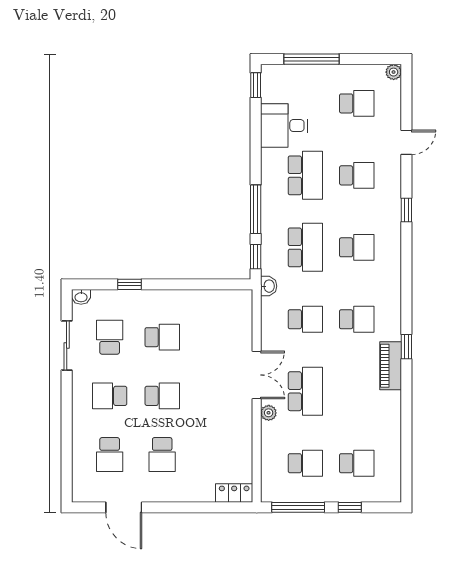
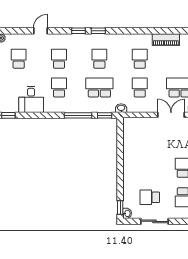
door: (406, 142) -> (40, 31), hinge flipped
school desk: (305, 175) -> (59, 87), width x0.54
window: (130, 284) -> (120, 207), moved
school desk: (162, 337) -> (150, 168), removed
window: (406, 347) -> (98, 31), moved

